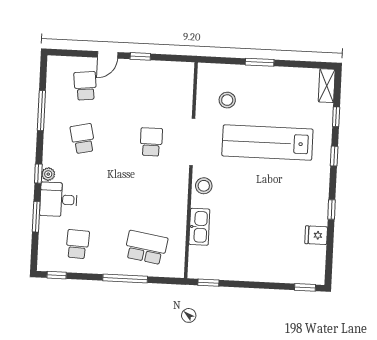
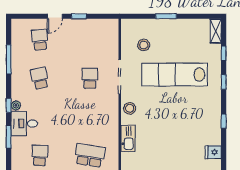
fridge: (316, 235) -> (213, 152), moved

